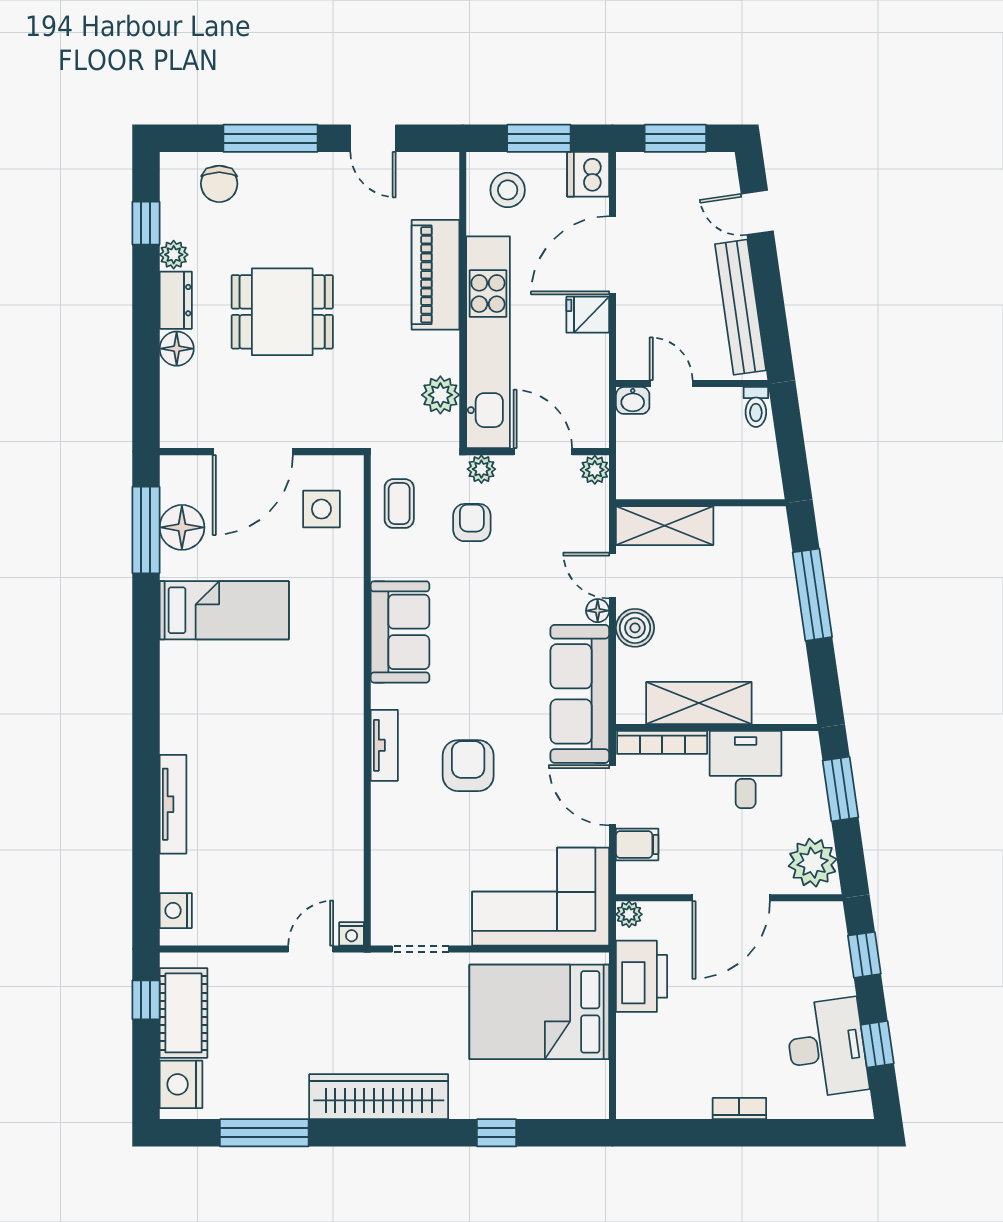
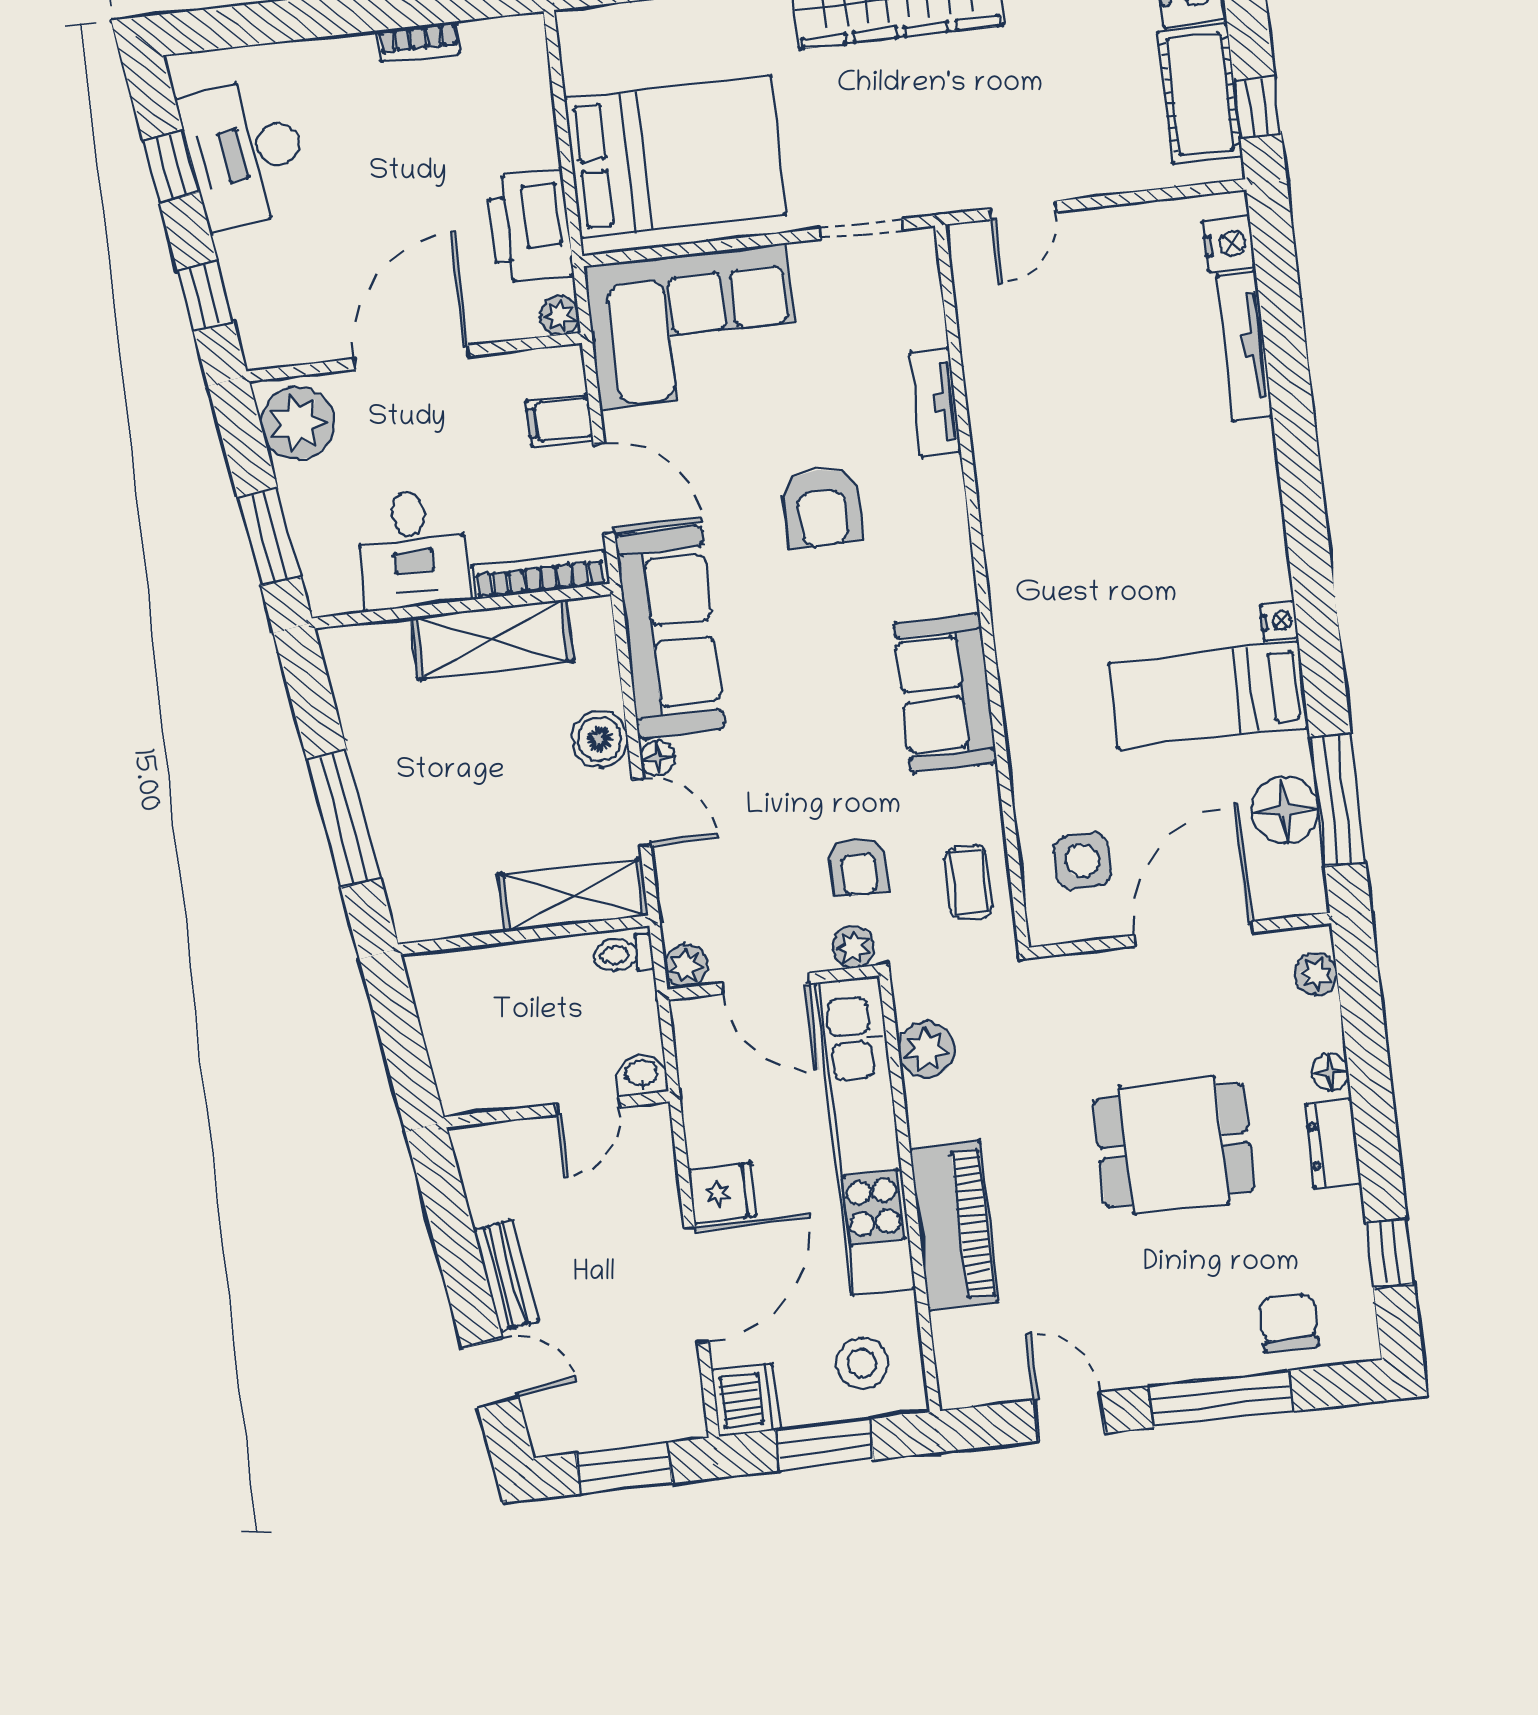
plant: (174, 255) -> (1316, 974), moved
bench: (740, 307) -> (506, 1275), width x0.54, depth x0.82
floor lamp: (177, 349) -> (1330, 1072), width x0.73, depth x0.73
door: (671, 384) -> (588, 1106), hinge flipped
toilet: (756, 407) -> (623, 954), moved, turned -90
tv unit: (384, 745) -> (935, 403), moved
tv unit: (173, 804) -> (1245, 346), moved
nightstand: (352, 934) -> (1279, 621), moved, turned 90
bookcase: (739, 1109) -> (419, 42), moved

